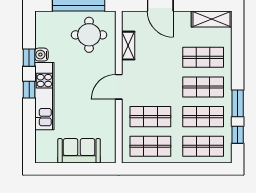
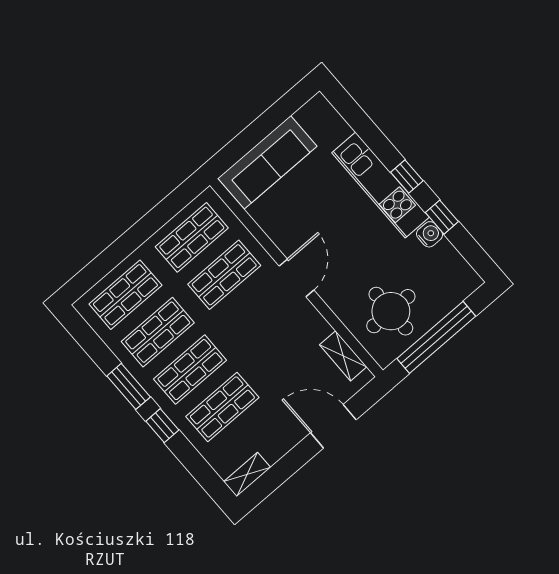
shelving: (212, 19) -> (247, 475), width x0.67, depth x0.75
shelving: (128, 46) -> (343, 356), moved
window: (238, 135) -> (162, 426), moved
sofa: (79, 151) -> (267, 162), width x1.36

